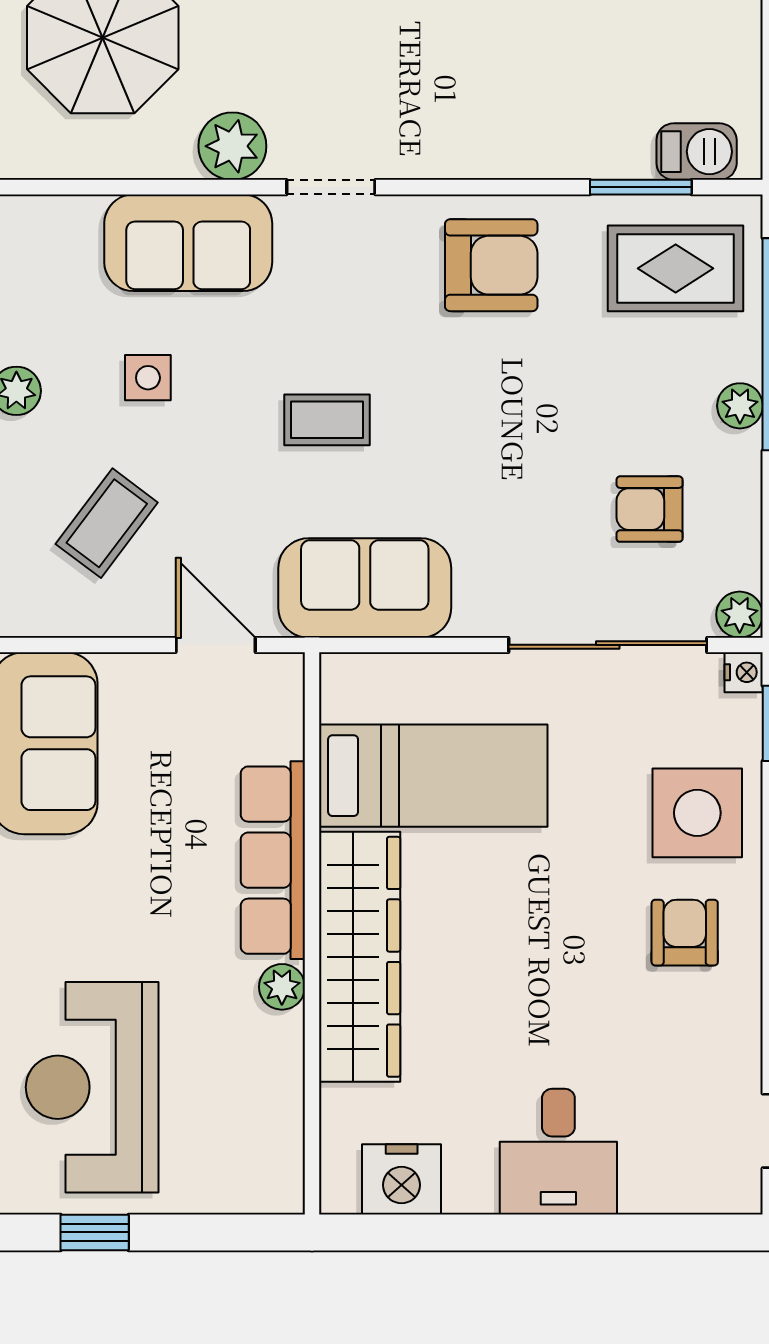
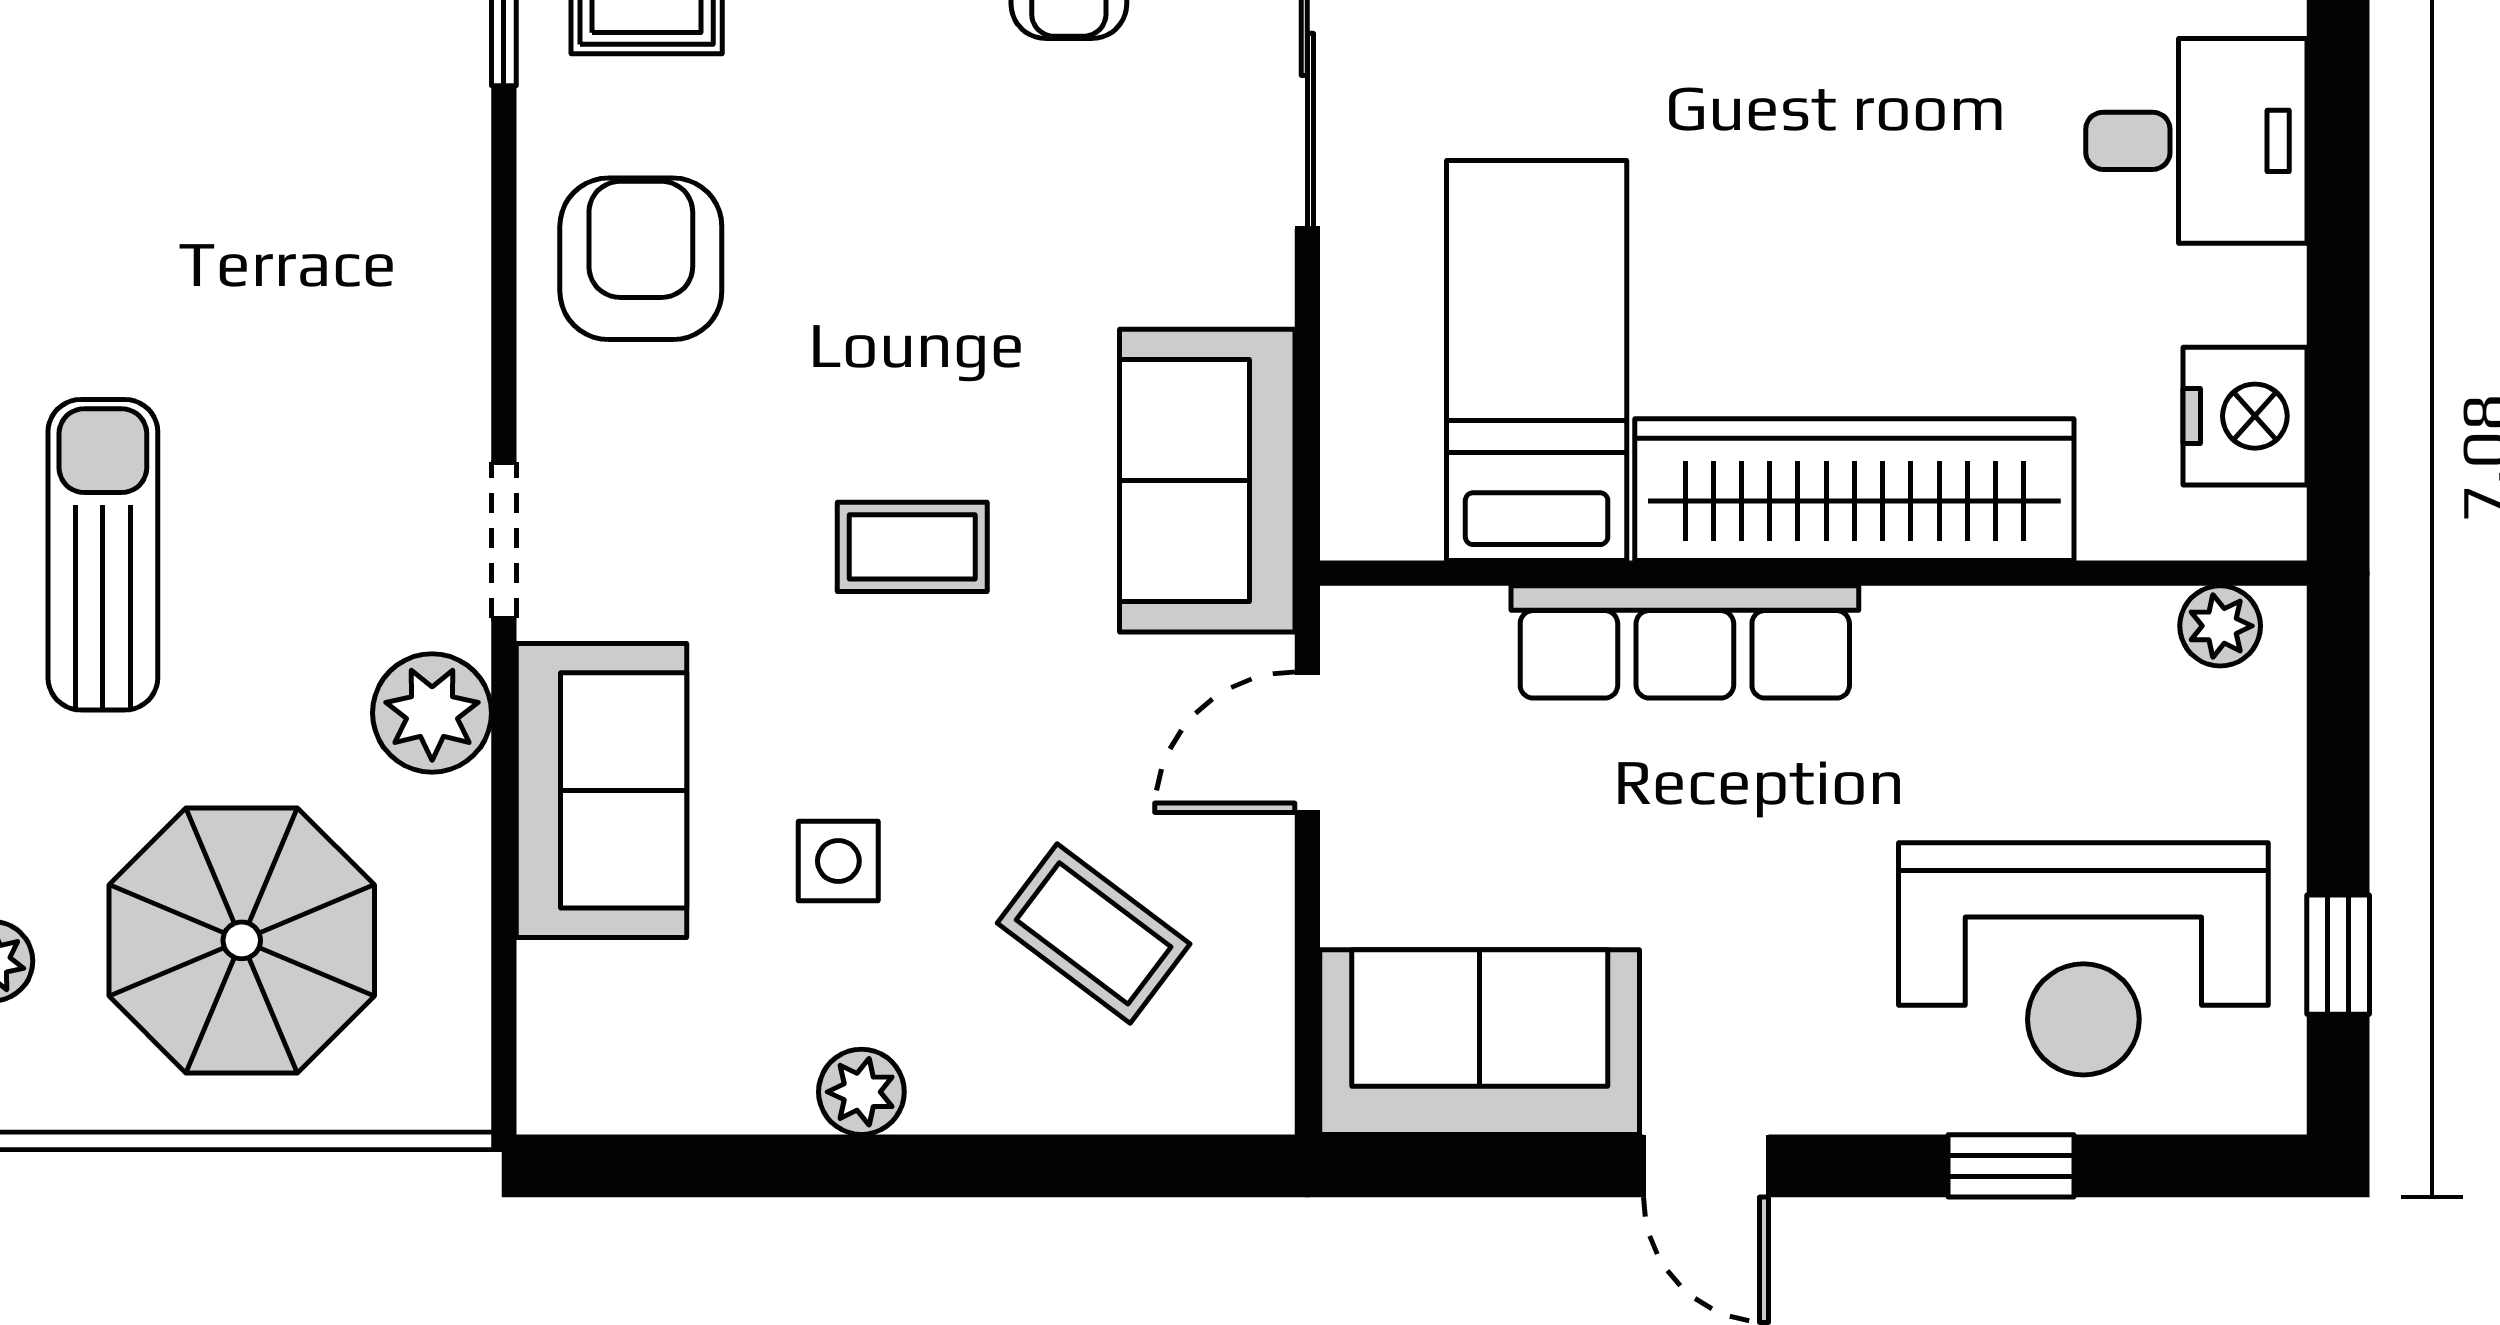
coffee table: (327, 420) -> (912, 547), turned 90
plant: (282, 987) -> (2220, 626), moved

